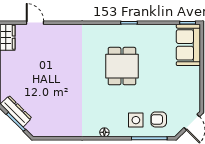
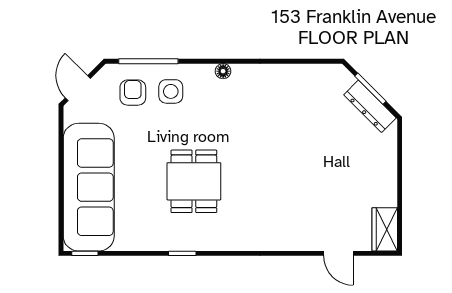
sofa: (188, 45) -> (89, 187), width x1.85, depth x1.27
armchair: (159, 119) -> (133, 93), turned -90

